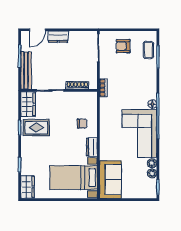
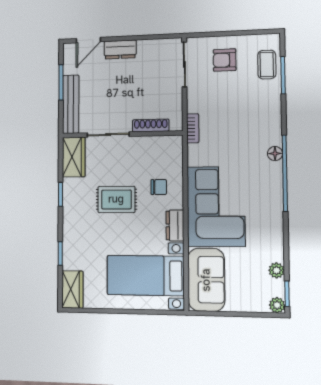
rug: (36, 128) -> (116, 199), moved
corner sofa: (139, 133) -> (216, 206), moved, turned 180
plant: (152, 163) -> (277, 305), moved

